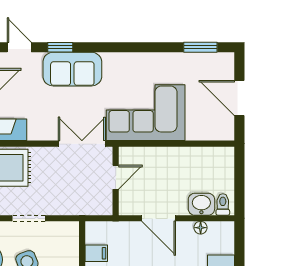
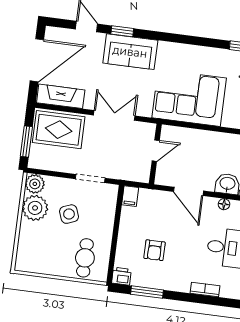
double door: (82, 144) -> (114, 115), moved
doorway: (29, 218) -> (90, 178), moved
filing cabinet: (96, 253) -> (130, 196), moved, turned 90

